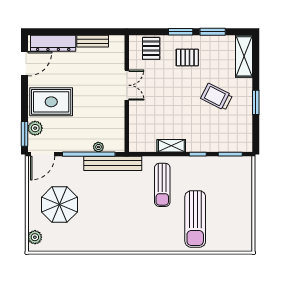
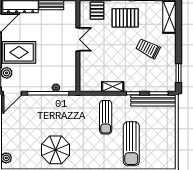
pallet: (187, 57) -> (125, 18), width x1.50, depth x1.42
window: (256, 102) -> (179, 73), moved
bench: (113, 163) -> (153, 100), moved
parasol: (59, 205) -> (55, 150), moved

